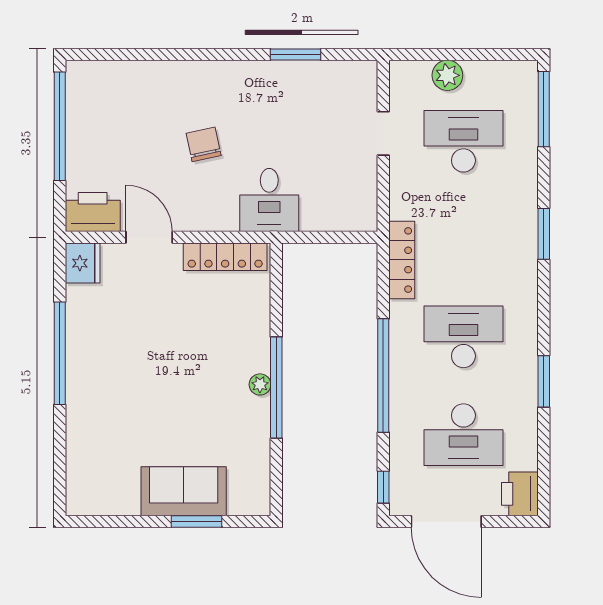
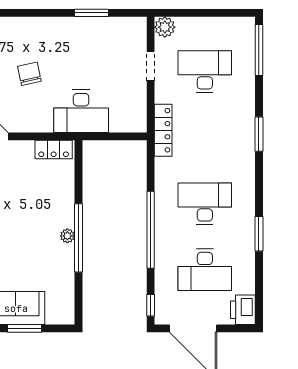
plant: (447, 75) -> (165, 27), moved
desk: (269, 200) -> (81, 111), width x1.37
locker: (225, 257) -> (54, 150), width x0.66
locker: (402, 260) -> (163, 130), moved

